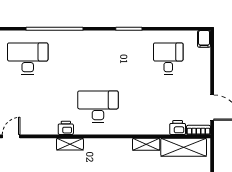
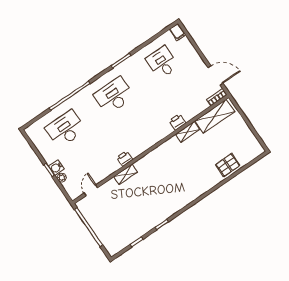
desk: (98, 107) -> (114, 96), moved
printer: (178, 128) -> (177, 122), moved
shelving: (70, 144) -> (126, 174), moved

